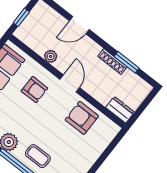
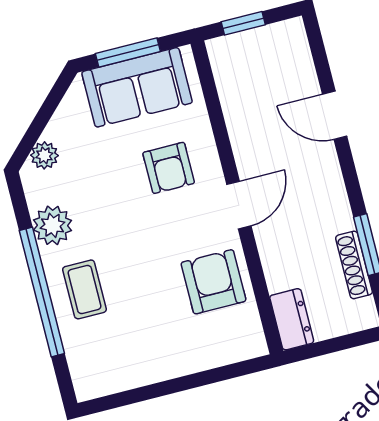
plant: (51, 56) -> (242, 131), removed
shoe rack: (112, 62) -> (354, 265), moved

